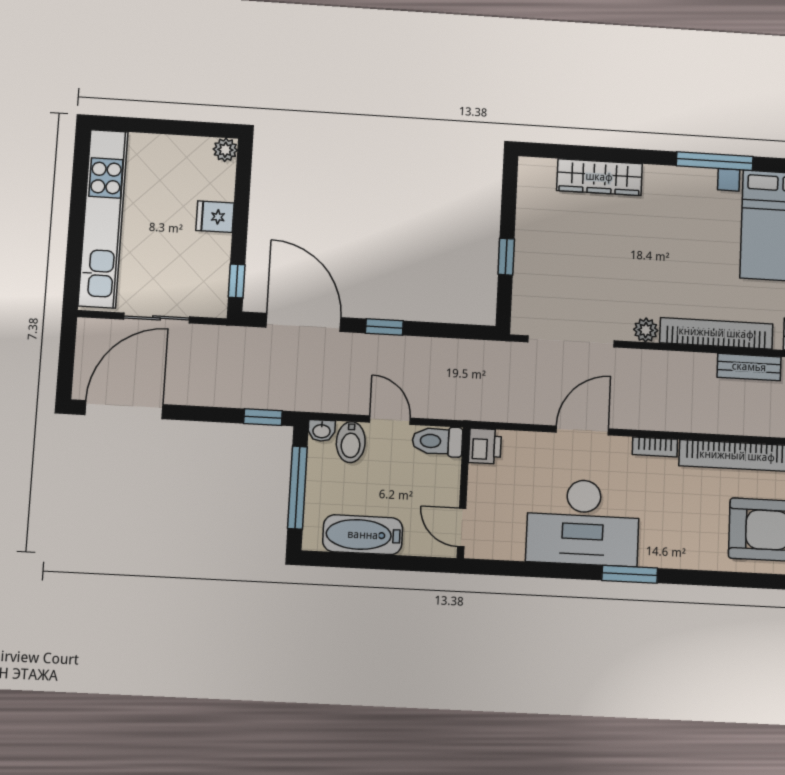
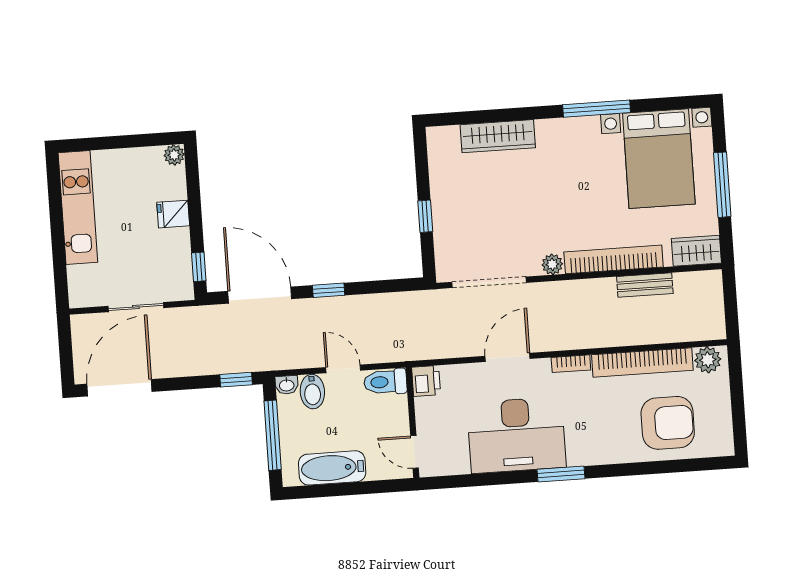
kitchen unit: (103, 218) -> (78, 208), width x0.73

